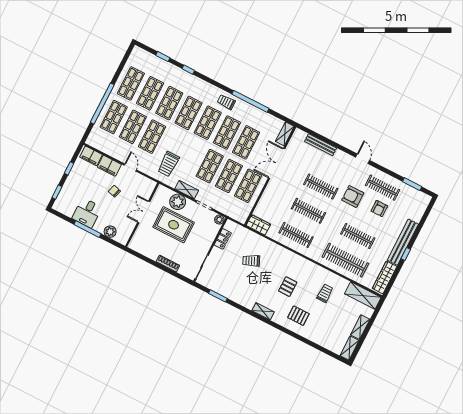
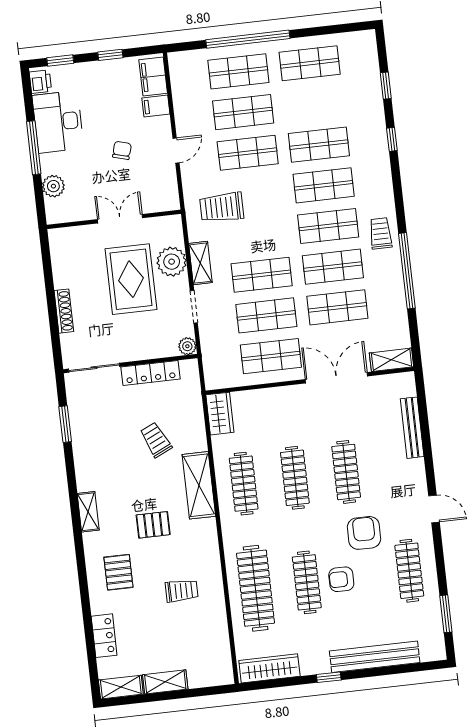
shop shelf: (150, 93) -> (314, 104), removed
door: (363, 159) -> (434, 509), hinge flipped
filing cabinet: (109, 166) -> (156, 106), width x0.50
printer: (60, 207) -> (40, 82), added
armchair: (379, 208) -> (341, 579), moved
desk: (87, 213) -> (58, 122), width x1.37
locker: (223, 239) -> (150, 373), width x1.53
bench: (403, 242) -> (375, 657), moved
shelving: (363, 295) -> (199, 485), moved
locker: (322, 340) -> (104, 636), added

